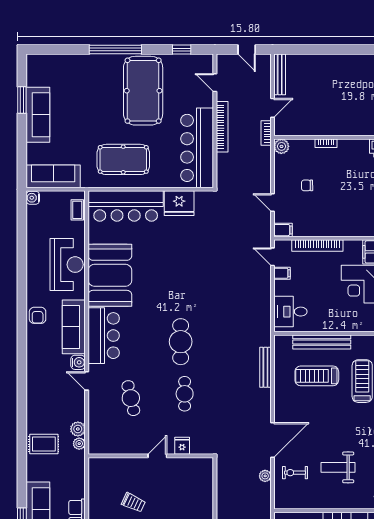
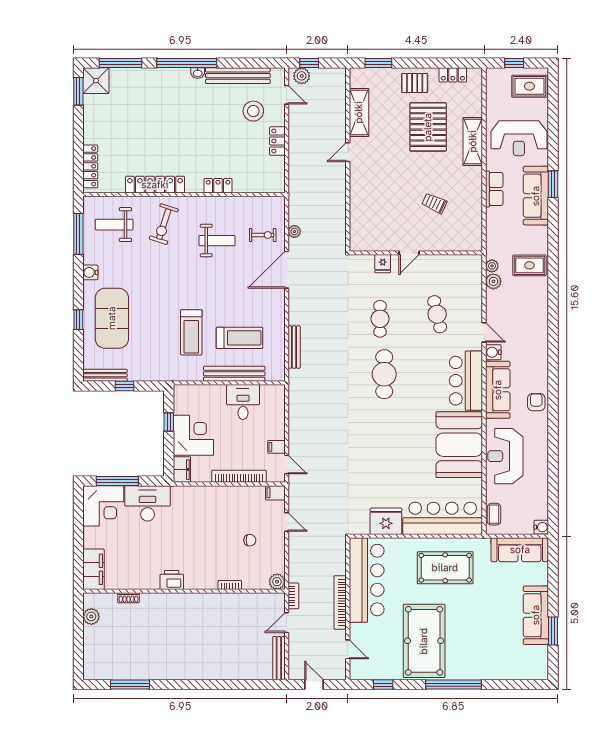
desk: (290, 312) -> (243, 402), moved, turned -90

